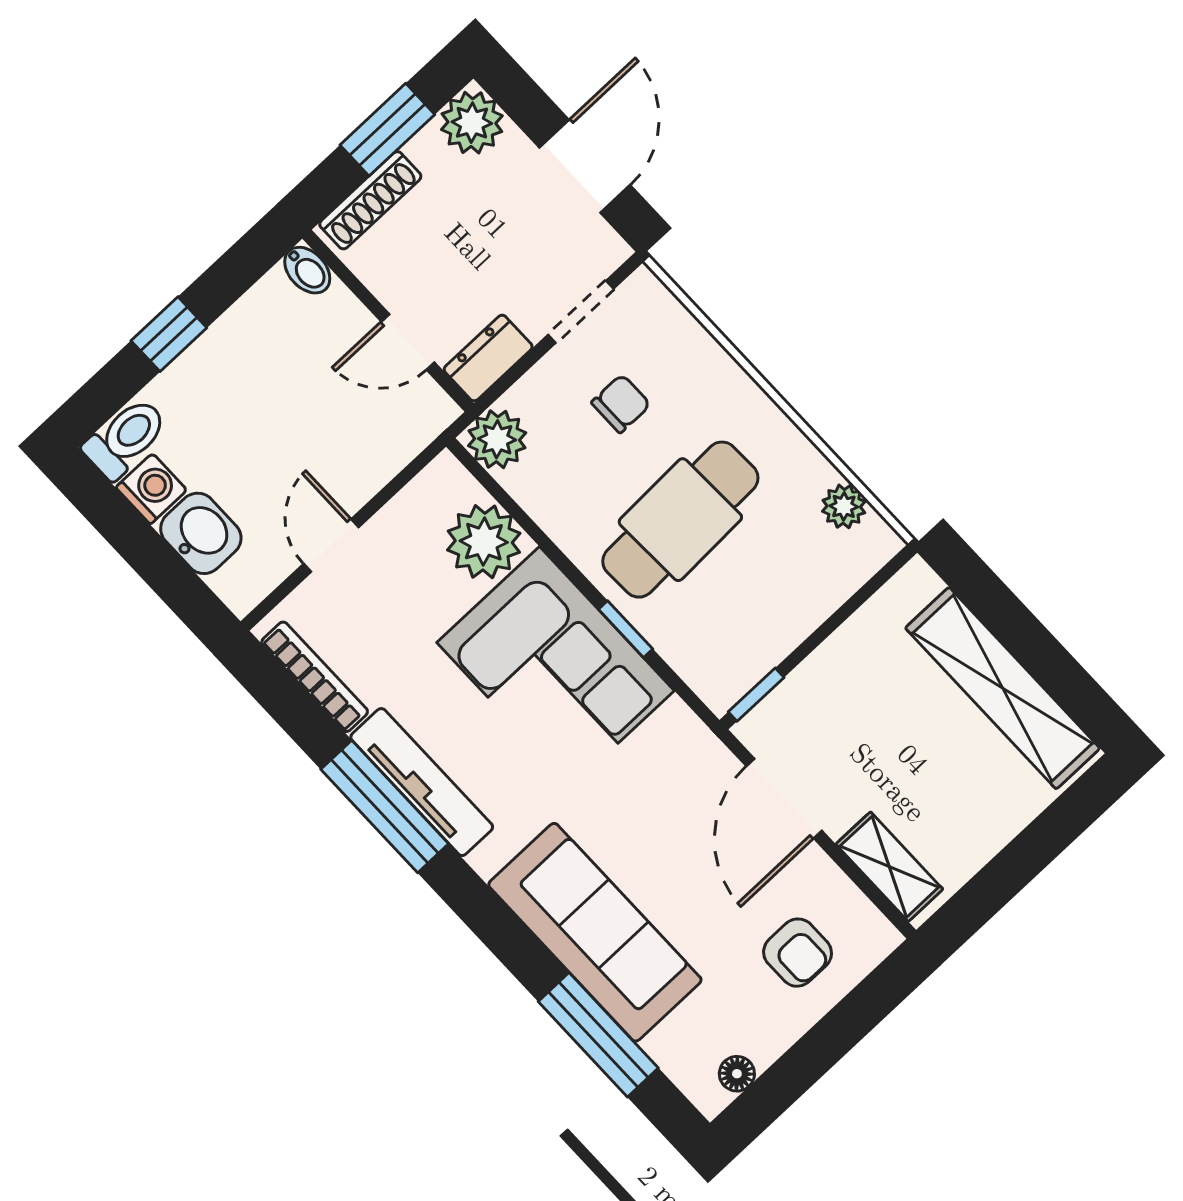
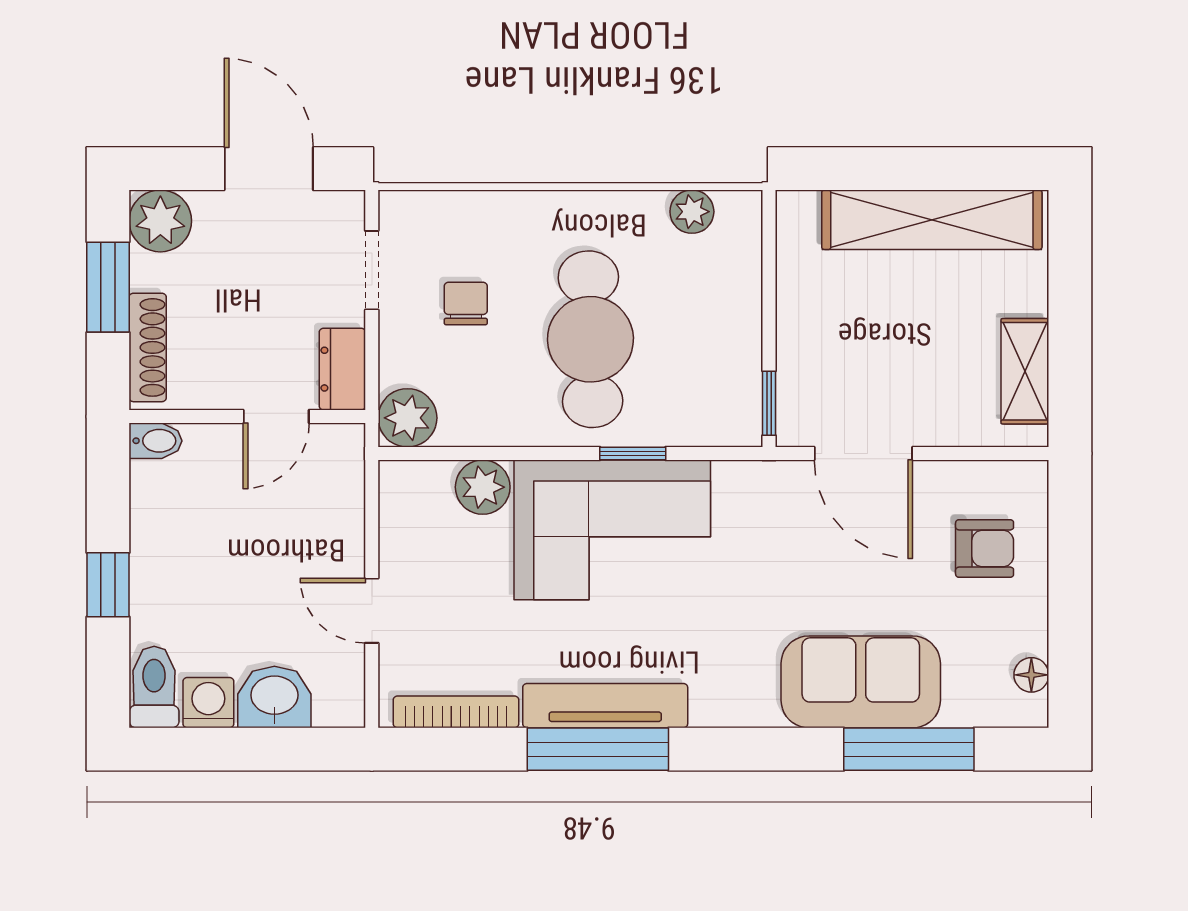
plant: (484, 542) -> (483, 487), width x0.73, depth x0.73
shelving: (889, 867) -> (1025, 371), moved, turned 90
sofa: (595, 932) -> (861, 682), width x0.73

